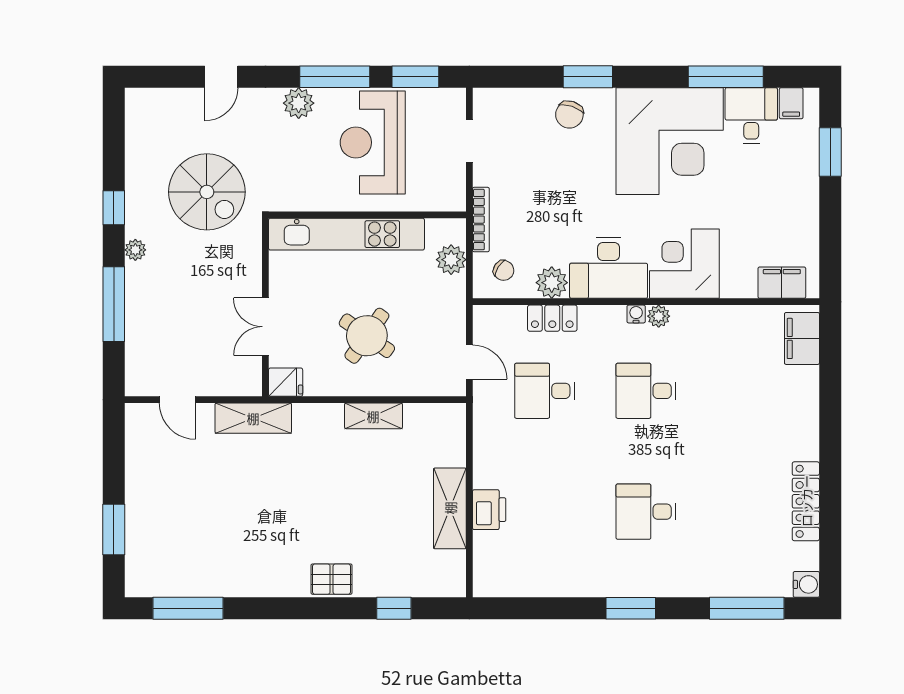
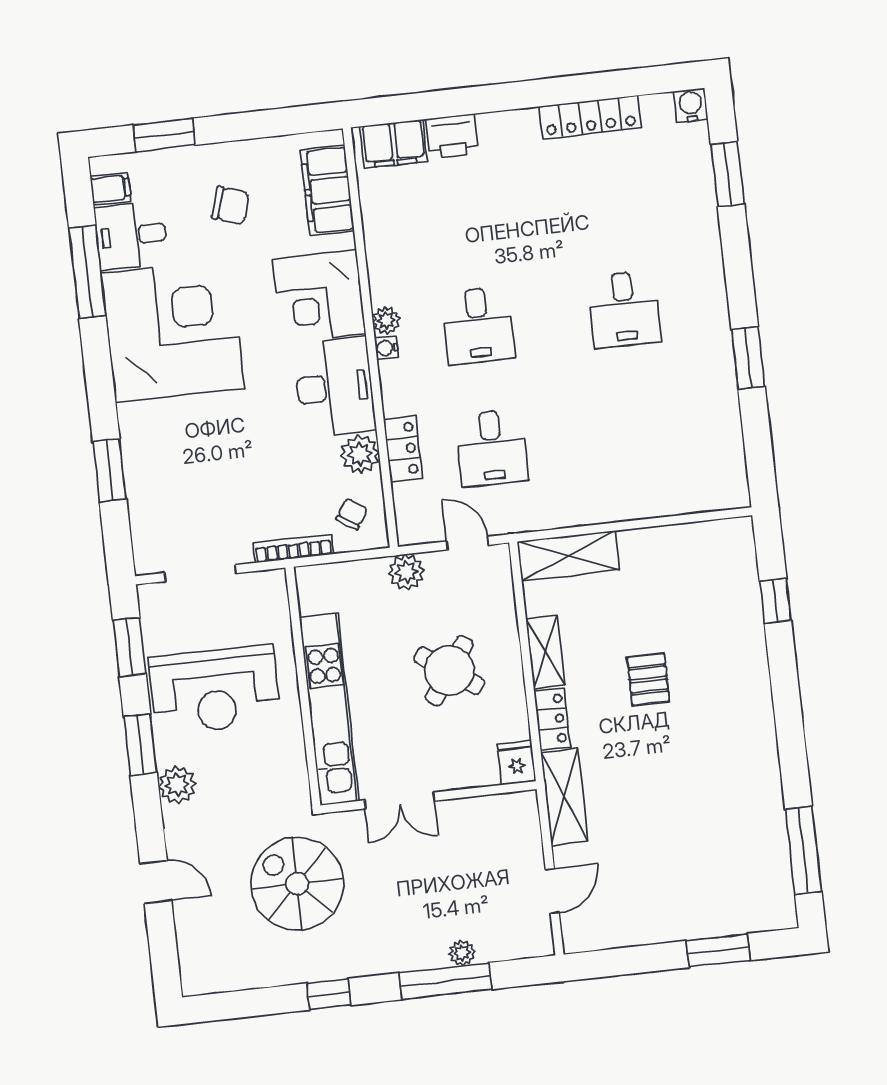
window: (335, 77) -> (140, 745), width x0.69
window: (588, 77) -> (110, 470), moved
chair: (569, 115) -> (230, 205), moved
doorway: (469, 141) -> (200, 573), width x1.38
spiral stairs: (207, 192) -> (297, 884), turned -90
plant: (135, 250) -> (462, 953), moved
plant: (451, 260) -> (406, 572), moved
filing cabinet: (782, 283) -> (327, 191), width x1.50, depth x1.17
double door: (265, 327) -> (399, 800), moved
door: (469, 362) -> (467, 543), hinge flipped
locker: (318, 415) -> (552, 719), added
shelving: (450, 508) -> (568, 556), moved
printer: (489, 510) -> (452, 136), moved, turned 180
pallet: (332, 579) -> (648, 679), moved
window: (631, 608) -> (748, 358), moved
window: (747, 608) -> (728, 174), width x0.69

